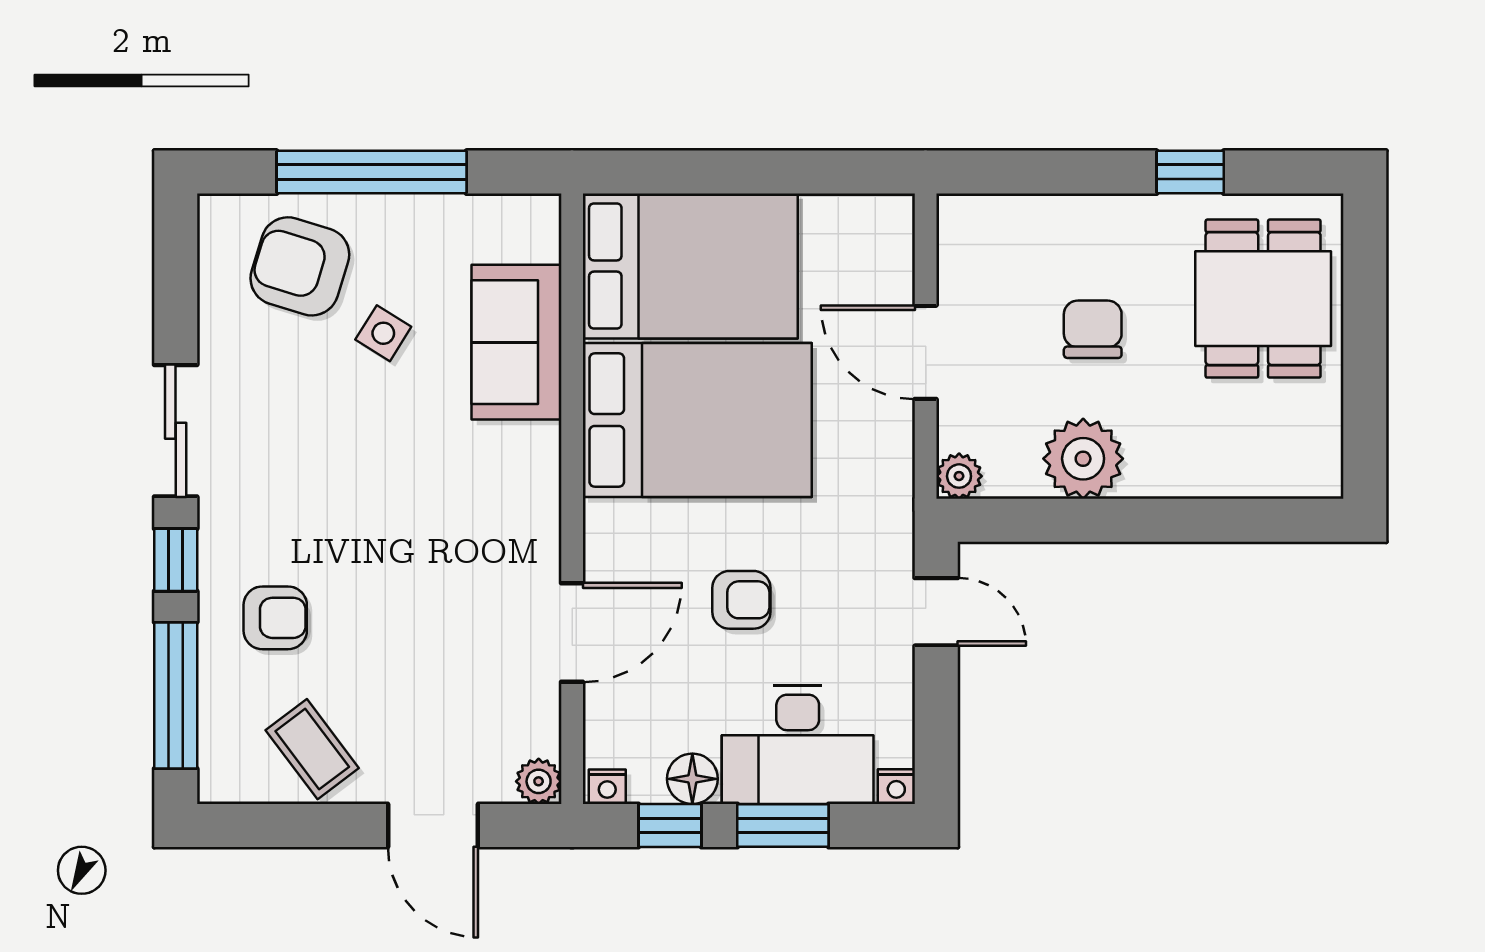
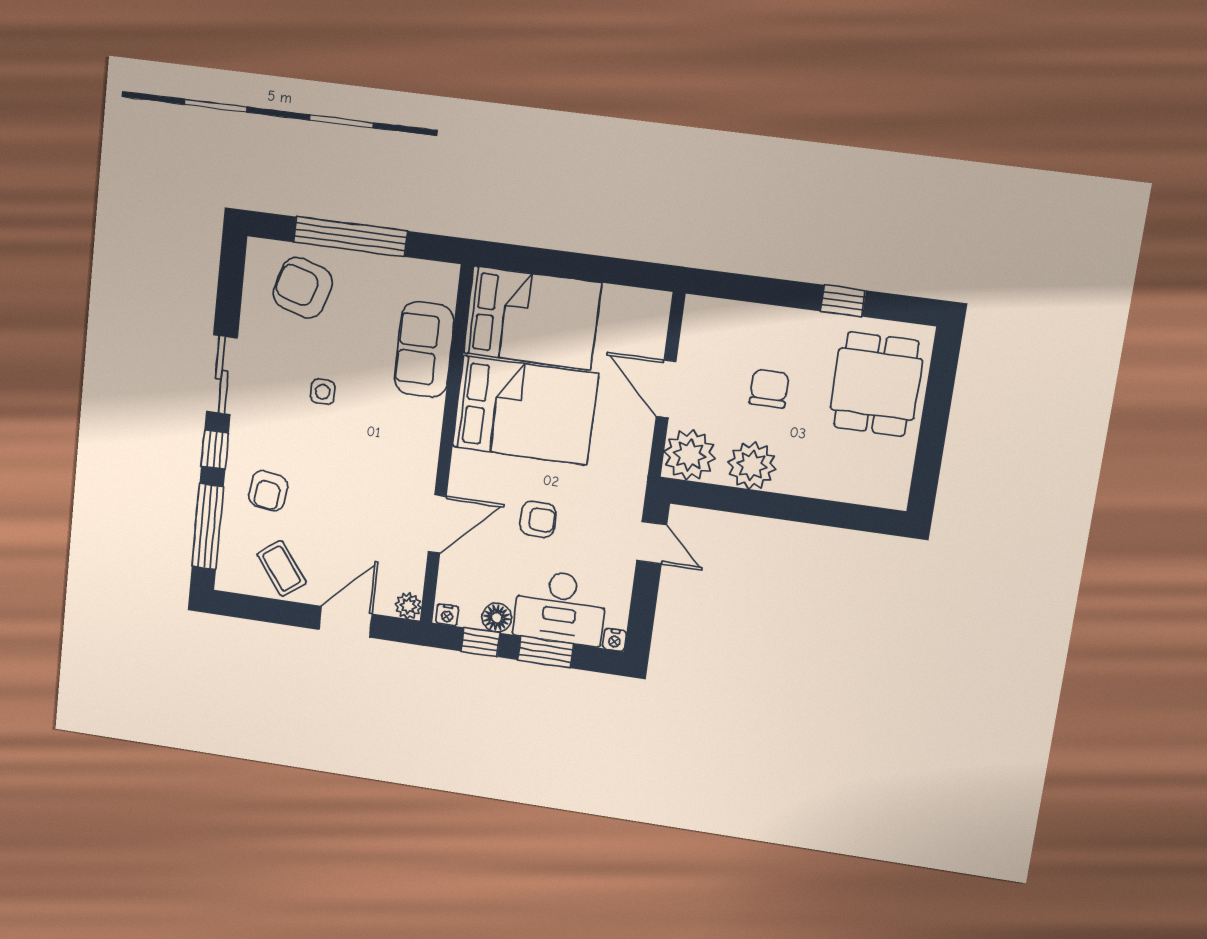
side table: (383, 333) -> (323, 392), moved, turned -32
plant: (959, 476) -> (690, 455), width x1.87, depth x1.87
armchair: (275, 618) -> (268, 491), turned 98
door: (433, 826) -> (345, 622), swing flipped

